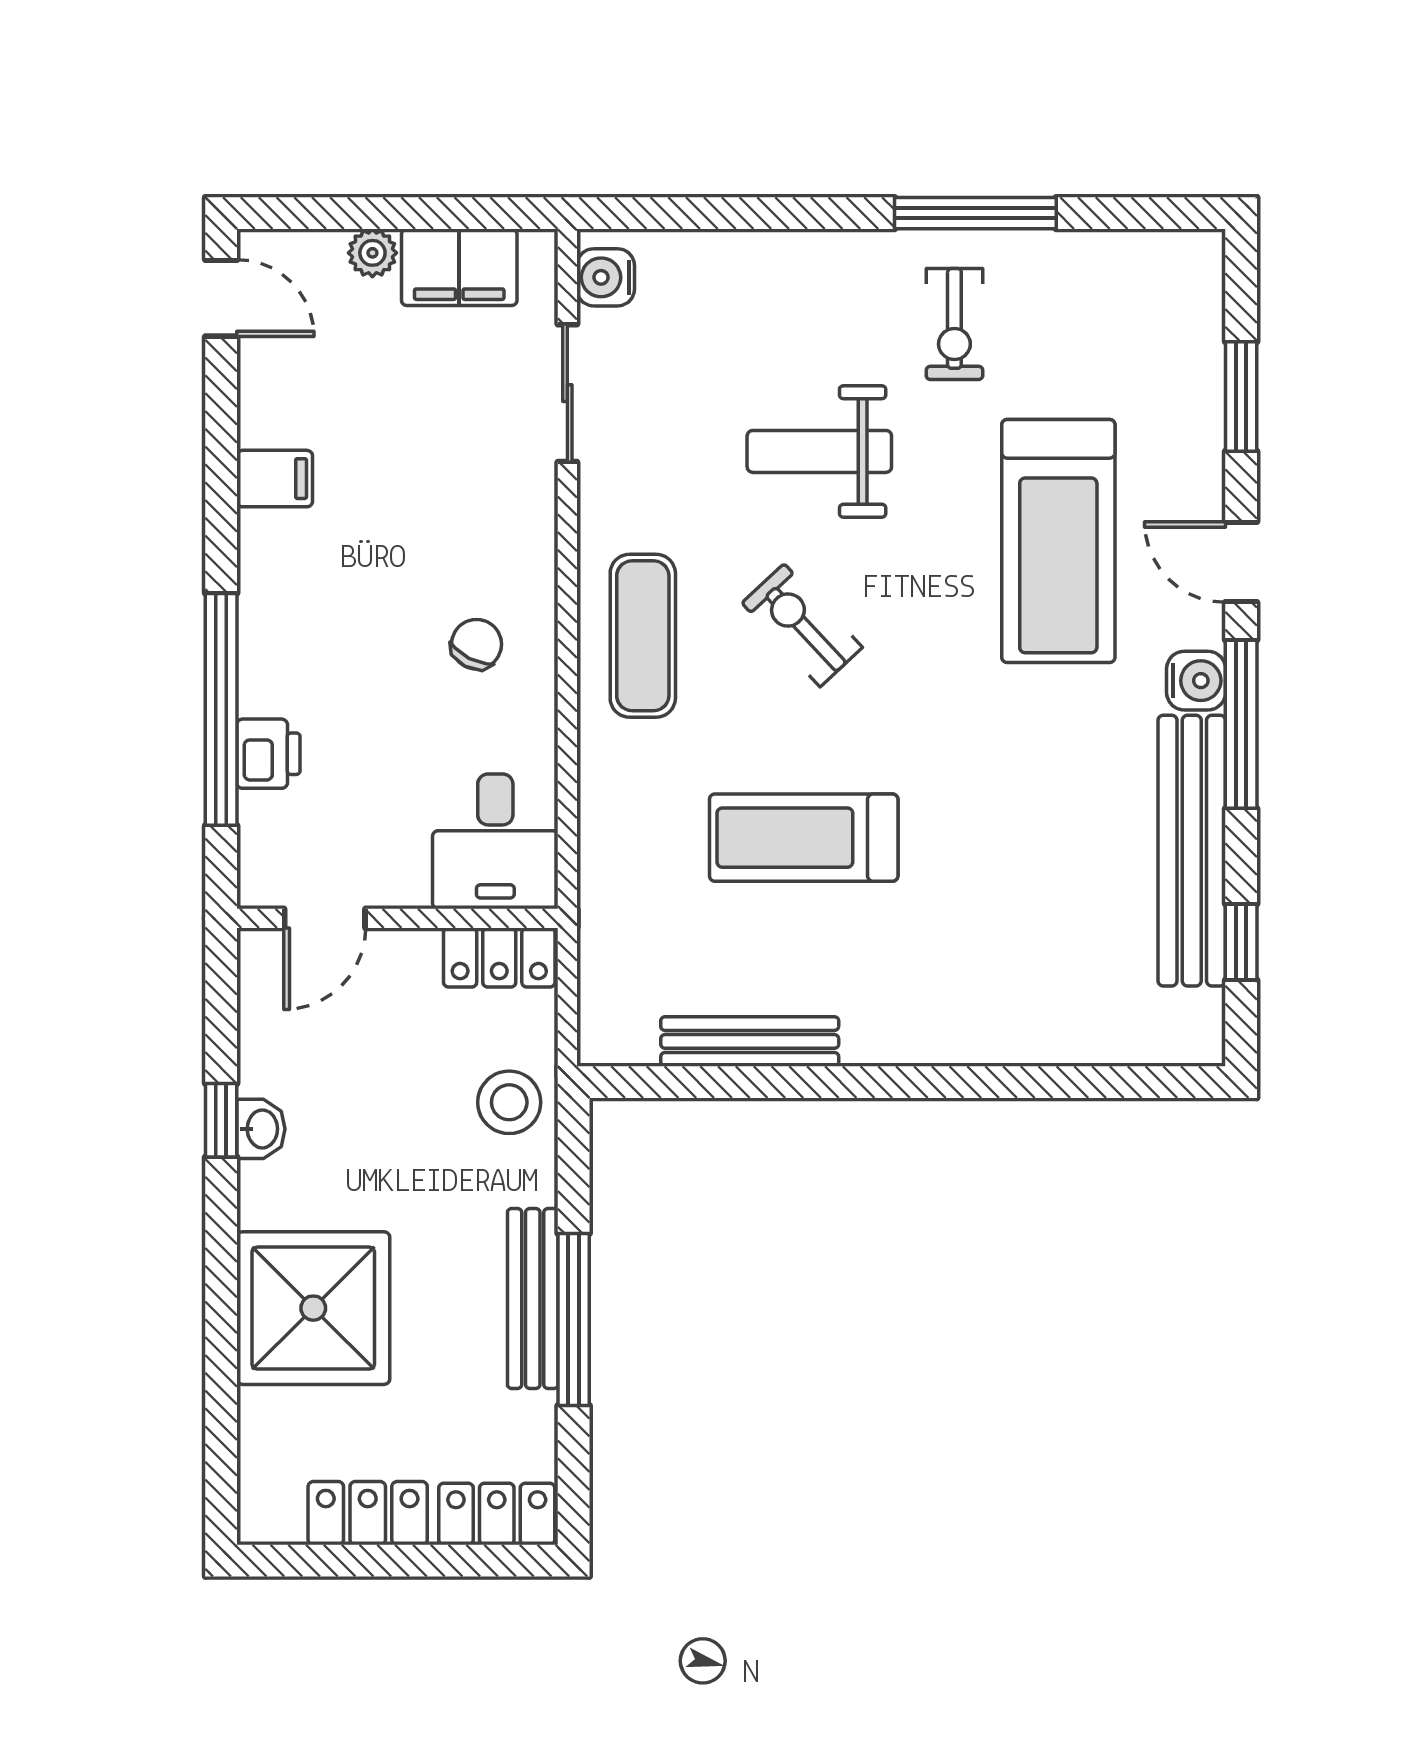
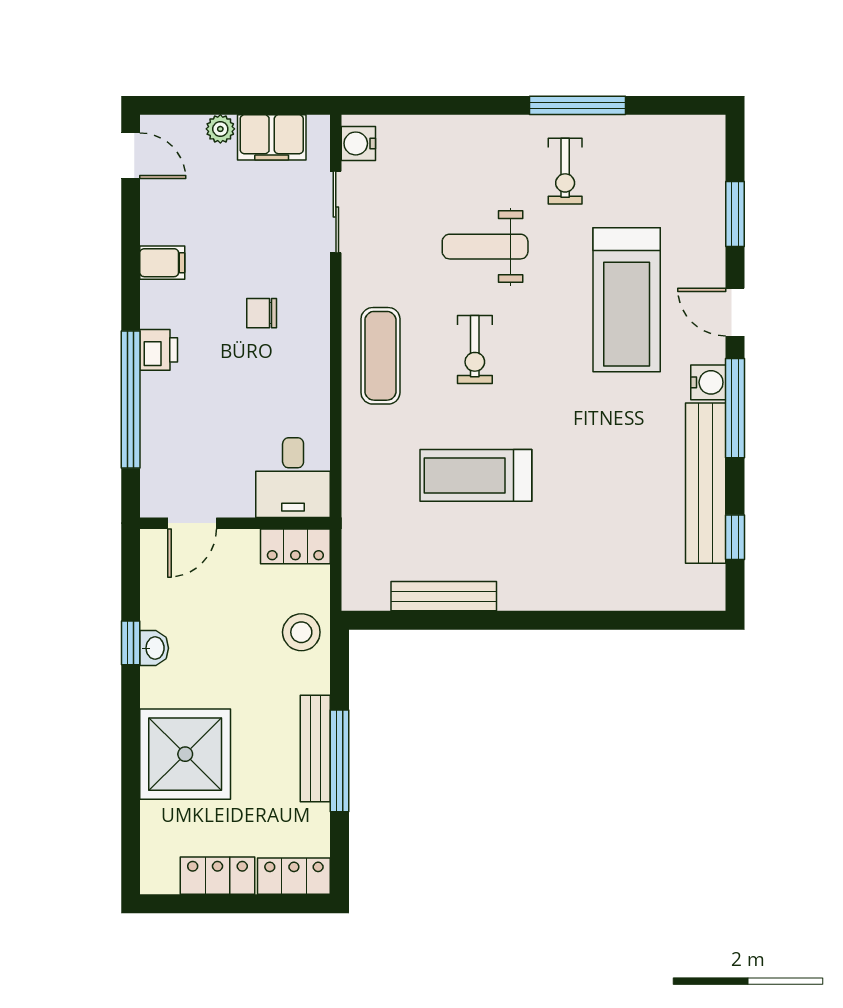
exercise bike: (802, 625) -> (475, 350), turned -137
chair: (476, 644) -> (262, 313), moved, turned -117
printer: (268, 754) -> (159, 350), moved

